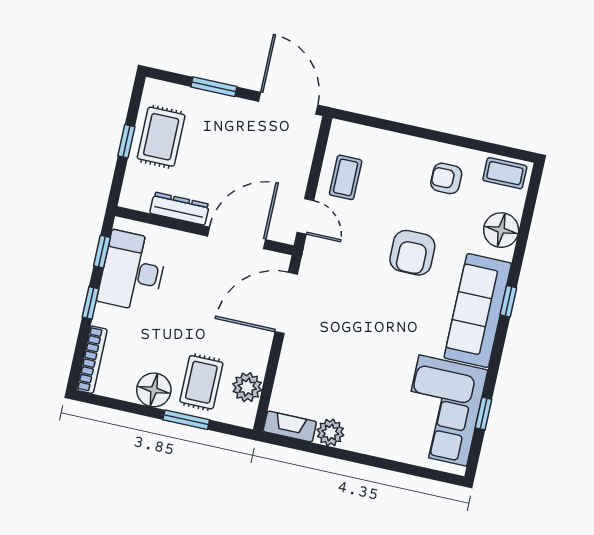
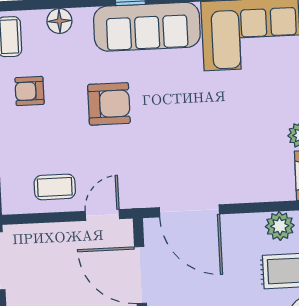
armchair: (446, 178) -> (30, 91), turned 90
floor lamp: (501, 230) -> (59, 21), width x0.73, depth x0.73

